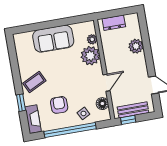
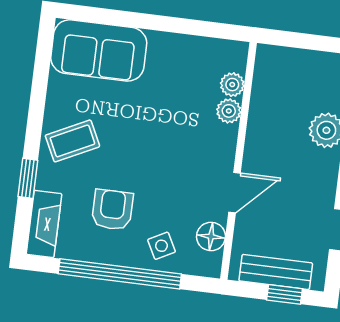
dresser: (114, 23) -> (293, 62), removed
sofa: (53, 39) -> (99, 50), moved
plant: (90, 56) -> (229, 111), width x0.53, depth x0.53
window: (128, 120) -> (284, 294), moved

